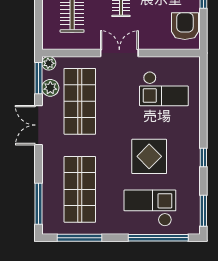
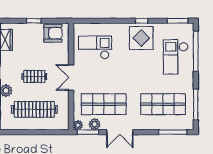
armchair: (185, 26) -> (53, 33), turned 180
checkout: (164, 89) -> (95, 47), turned -90
display table: (149, 156) -> (141, 38), moved

